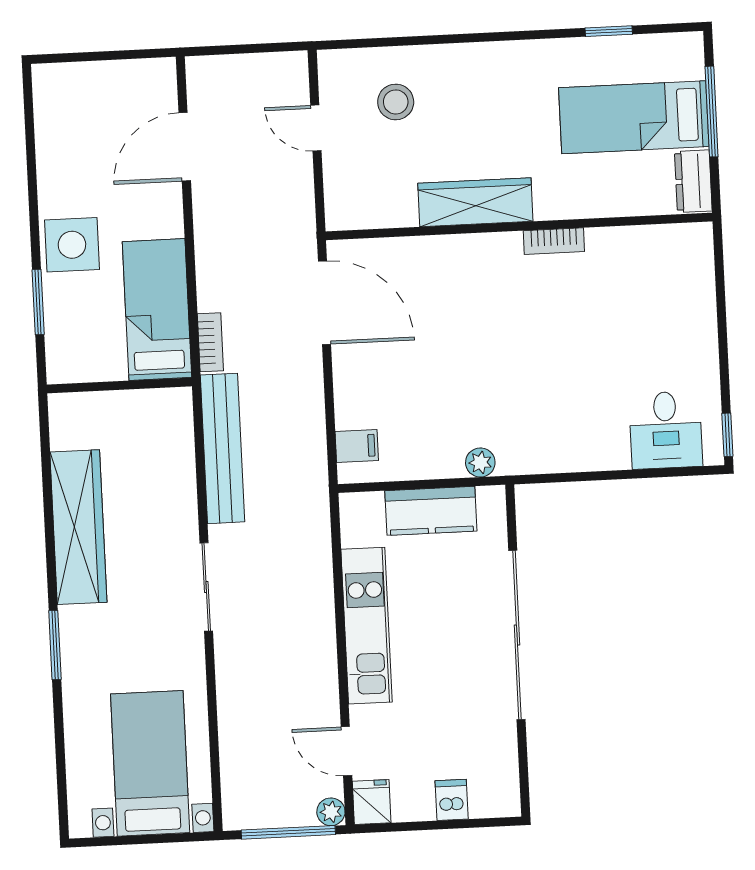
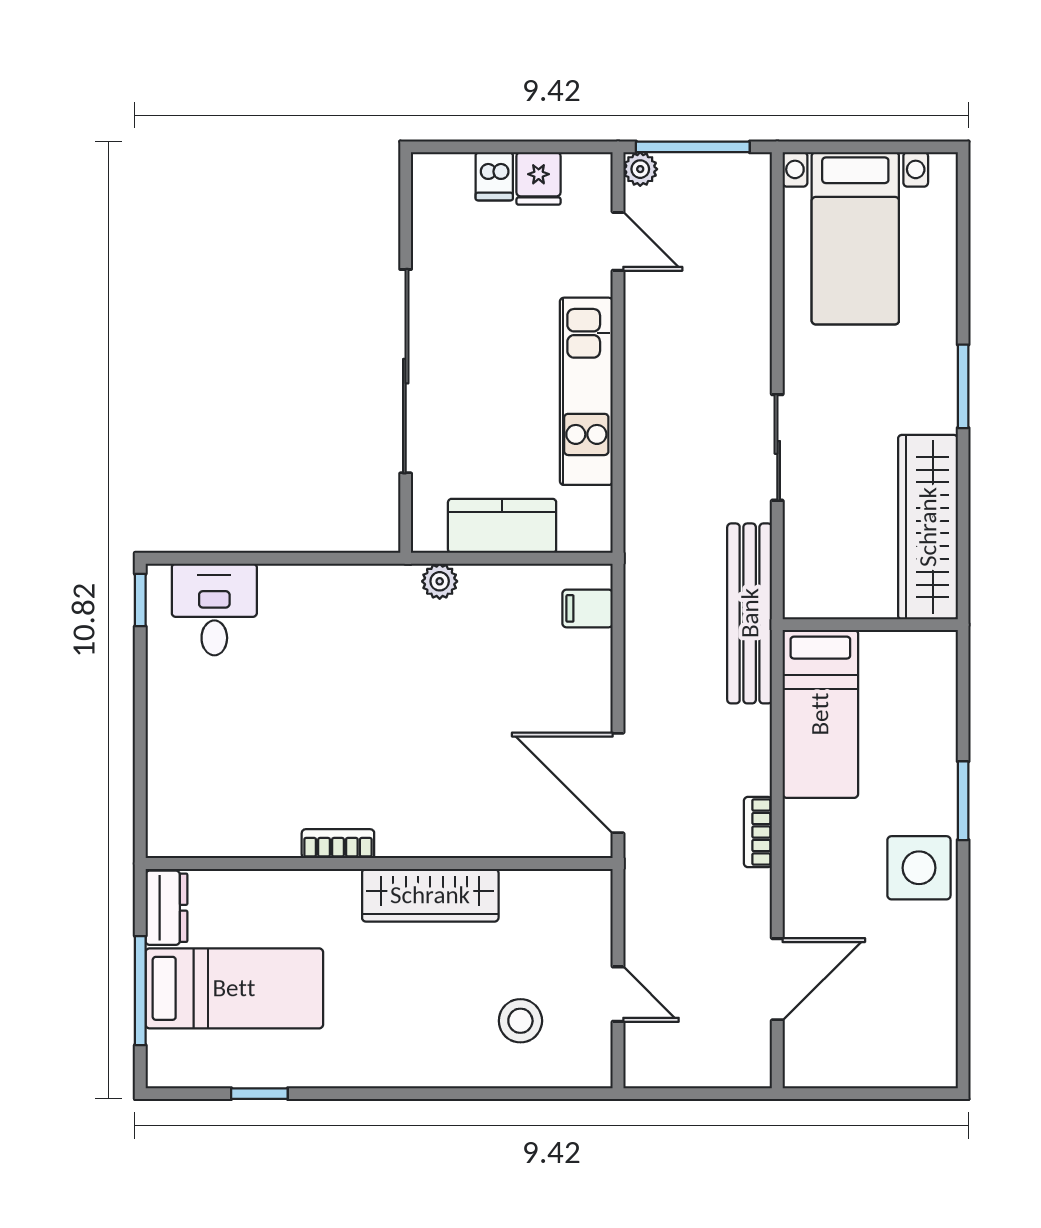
bed: (157, 310) -> (820, 714), moved
bookcase: (210, 342) -> (758, 832), moved
wall: (119, 385) -> (870, 625), moved
fridge: (372, 802) -> (539, 178), moved

